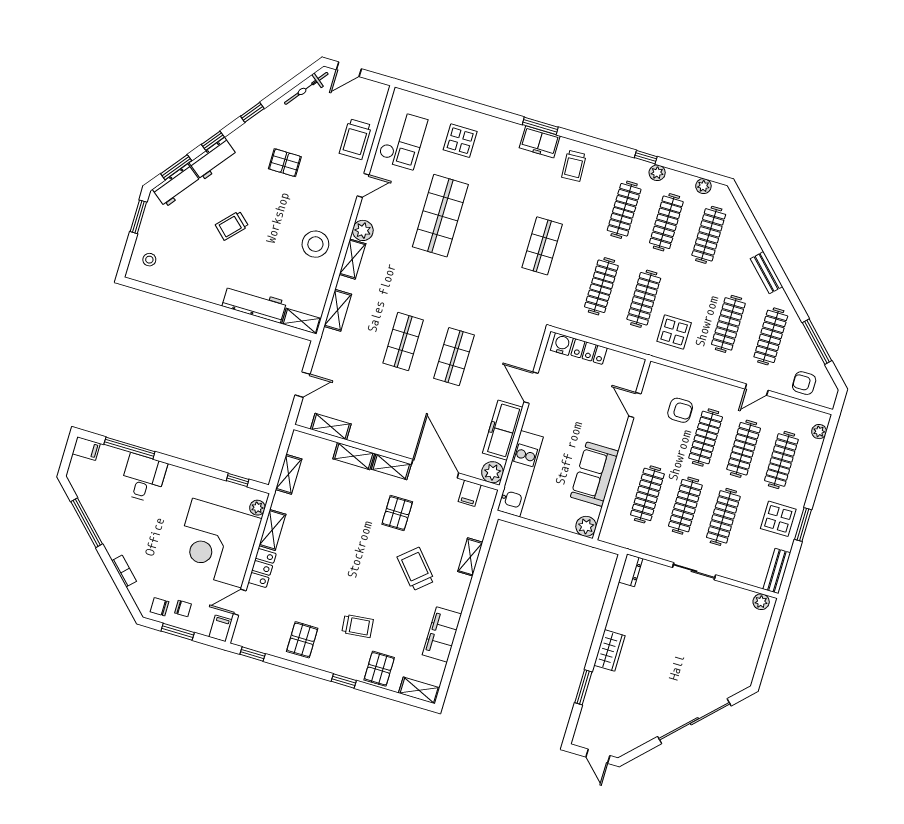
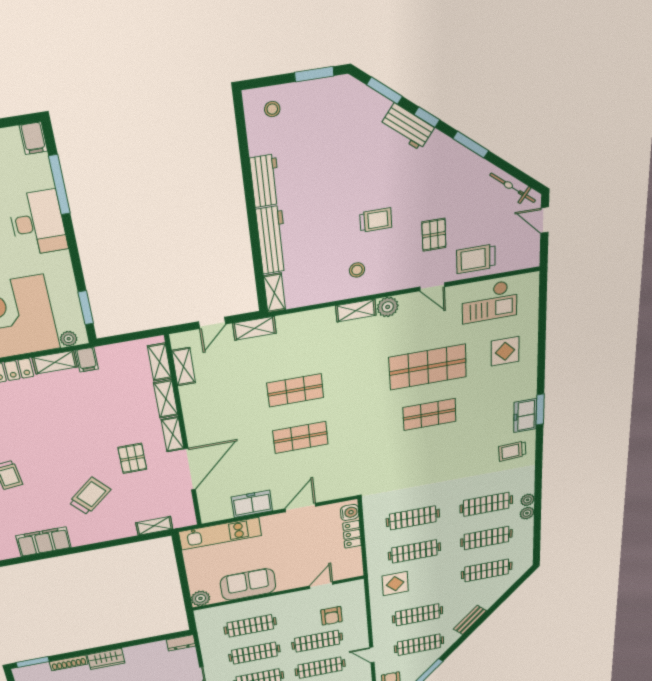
window: (252, 112) -> (471, 145), width x1.50
window: (646, 157) -> (538, 499), removed
pallet: (285, 163) -> (434, 235), moved
workbench: (176, 186) -> (265, 181), moved, turned -128
plant: (703, 186) -> (528, 500), moved
trolley: (232, 226) -> (376, 220), moved, turned 137
stool: (315, 244) -> (357, 270), width x0.53, depth x0.53
shop shelf: (542, 246) -> (429, 414), moved
shelving: (338, 310) -> (254, 328), moved
door: (303, 385) -> (212, 323), hinge flipped
freezer: (503, 430) -> (252, 504), width x0.71
plant: (492, 472) -> (210, 513), removed
shelving: (289, 474) -> (160, 362), moved, turned 90
desk: (143, 478) -> (38, 223), width x1.37
window: (238, 480) -> (86, 308), width x1.50
filing cabinet: (470, 493) -> (87, 360), moved, turned -90
pallet: (397, 513) -> (132, 458), turned 90
shelving: (470, 557) -> (154, 526), moved
window: (583, 687) -> (33, 662), moved
shoe rack: (594, 688) -> (69, 663), added

